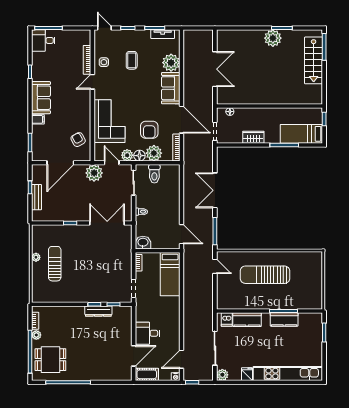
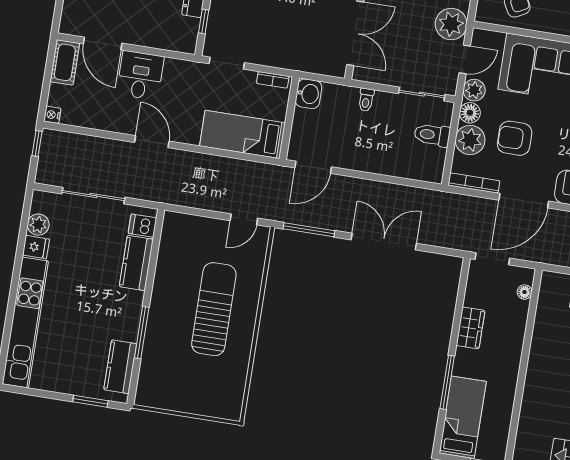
kitchen counter: (284, 319) -> (120, 367), moved
door: (181, 359) -> (152, 142), moved
plant: (222, 375) -> (38, 225), moved

